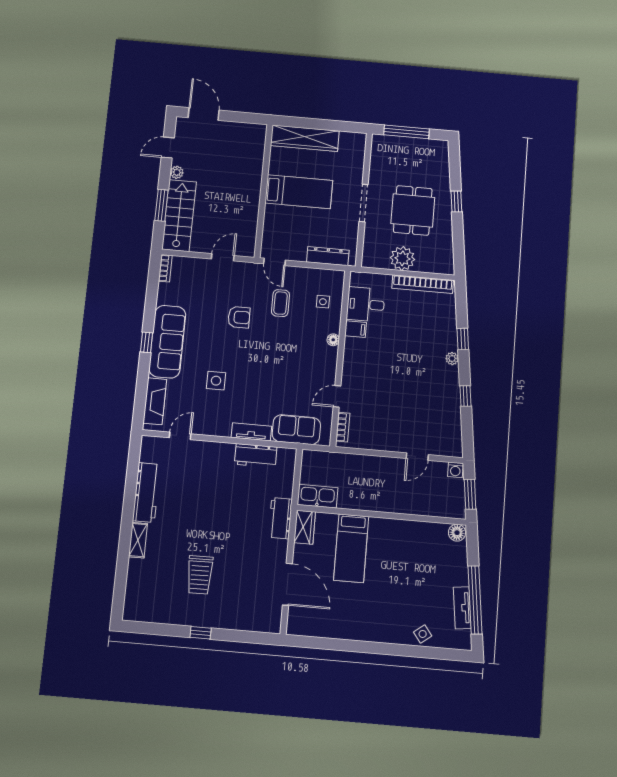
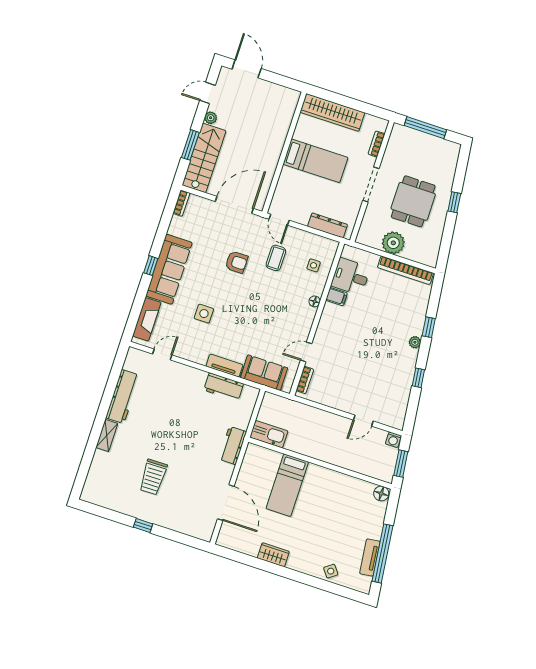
bookcase: (359, 160) -> (377, 144), added
door: (223, 257) -> (234, 205), width x1.87
wardrobe: (305, 527) -> (273, 555), moved, turned -90

